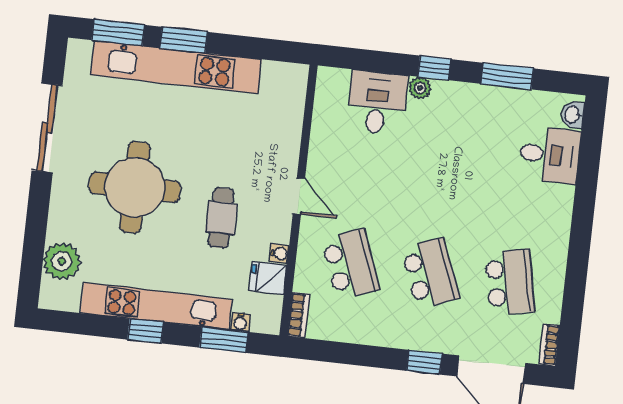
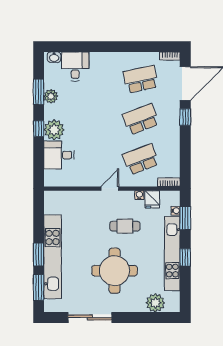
plant: (420, 88) -> (54, 130), width x1.87, depth x1.87
plant: (496, 100) -> (51, 96), added

